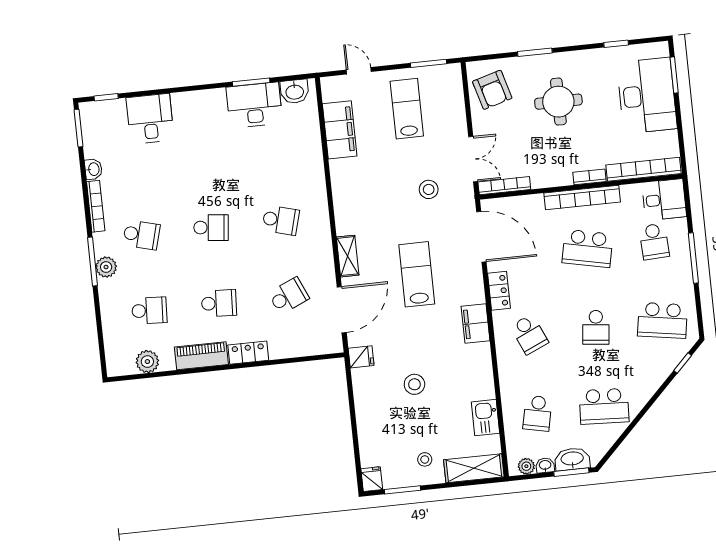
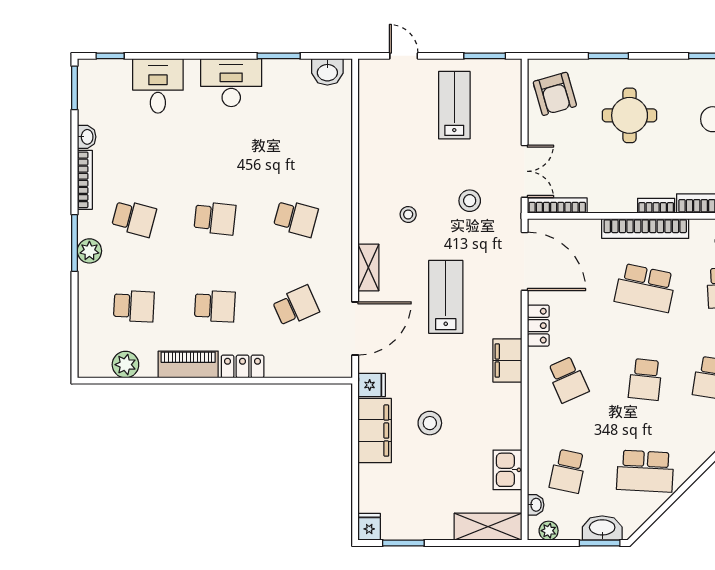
desk: (254, 105) -> (231, 83), moved
filing cabinet: (340, 130) -> (375, 431), moved
stool: (425, 459) -> (408, 214), moved
washbasin: (545, 465) -> (536, 505), moved, turned 90

